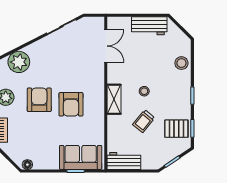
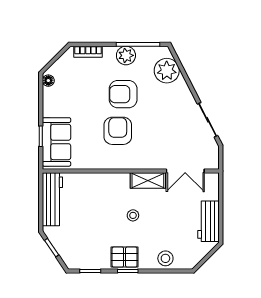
shelving: (114, 99) -> (148, 180), moved
armchair: (39, 100) -> (123, 94), turned 180
armchair: (71, 104) -> (118, 131), turned 90
trolley: (144, 121) -> (98, 215), removed
pallet: (176, 129) -> (125, 257), moved, turned 90
workbench: (124, 161) -> (52, 199), width x1.38

